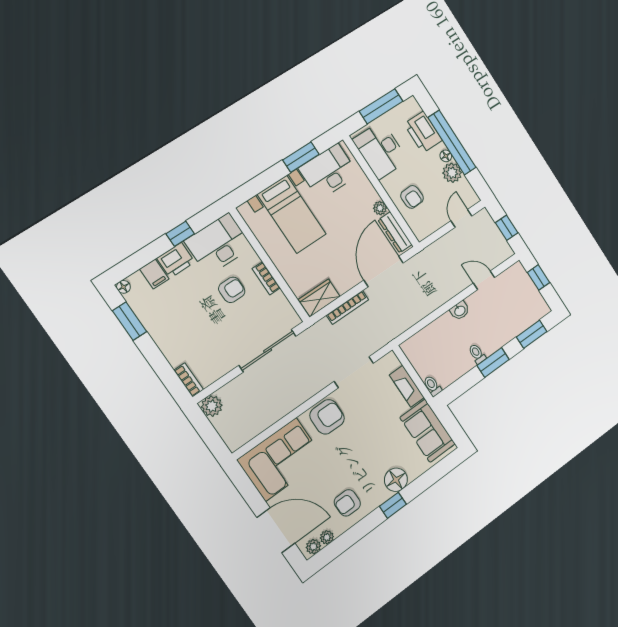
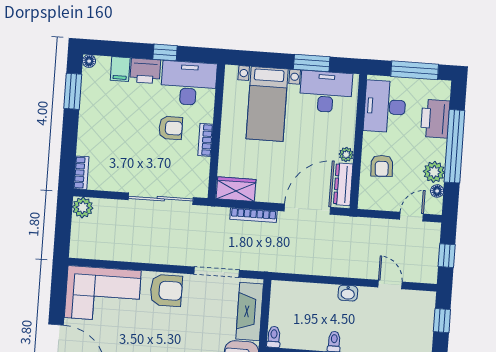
floor lamp: (446, 156) -> (437, 191), moved
fireplace: (407, 386) -> (250, 312), width x1.37, depth x1.32

